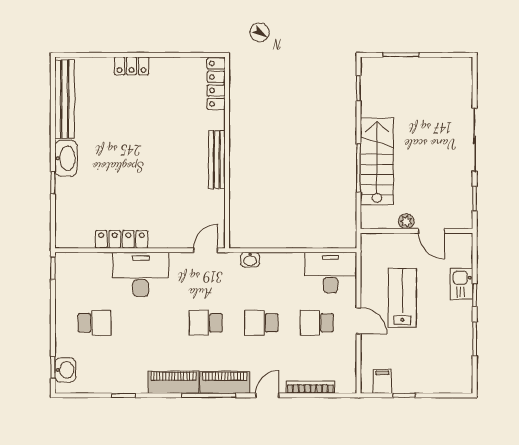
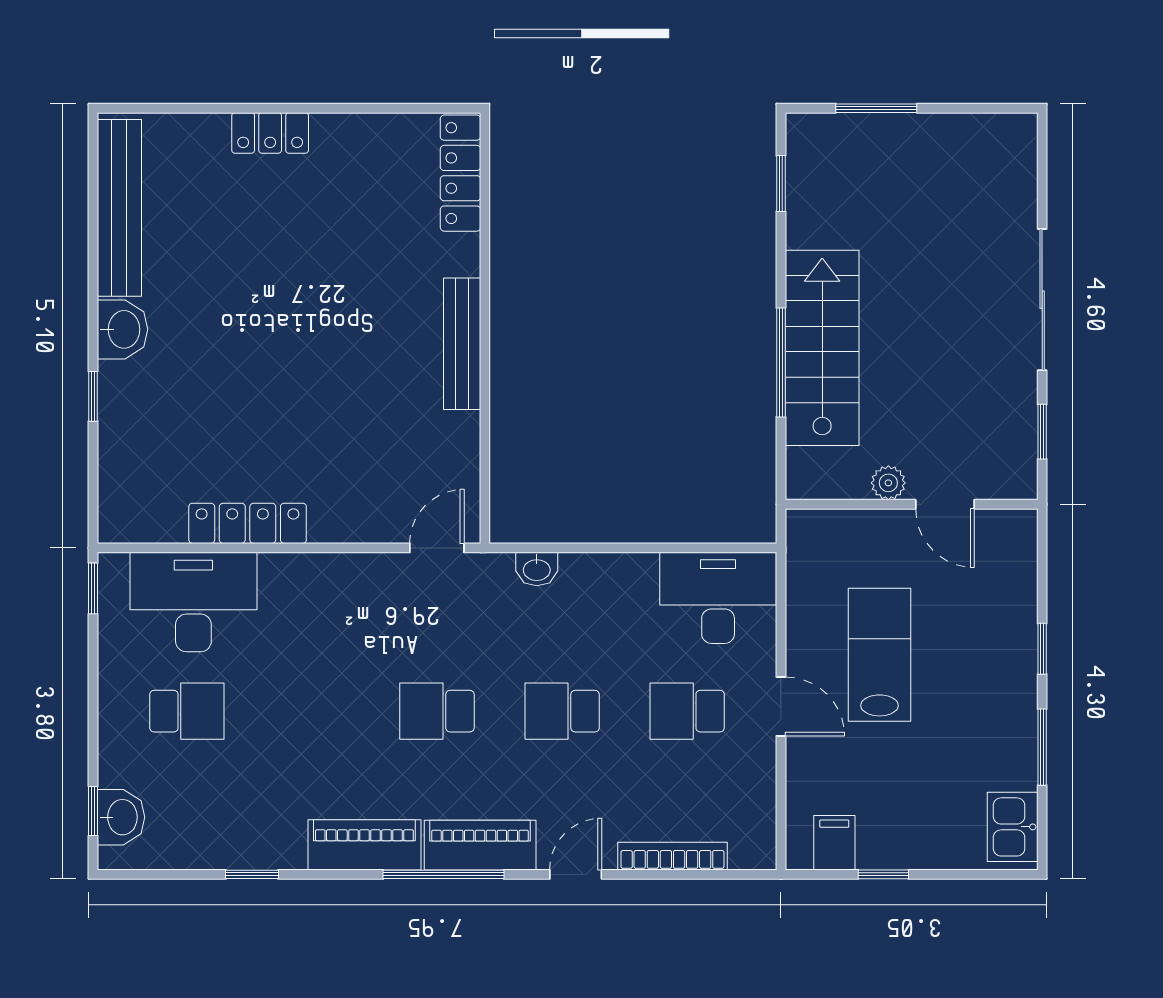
washbasin: (66, 158) -> (122, 329), width x0.72
desk: (141, 274) -> (193, 602), moved
kitchen sink: (461, 284) -> (1013, 827), moved

